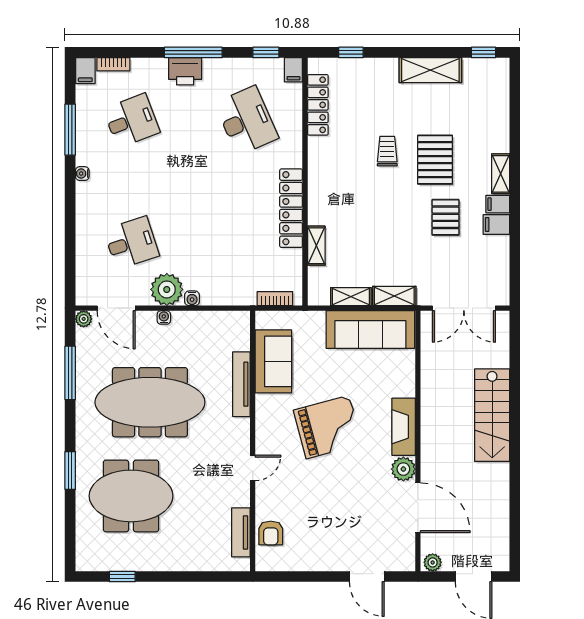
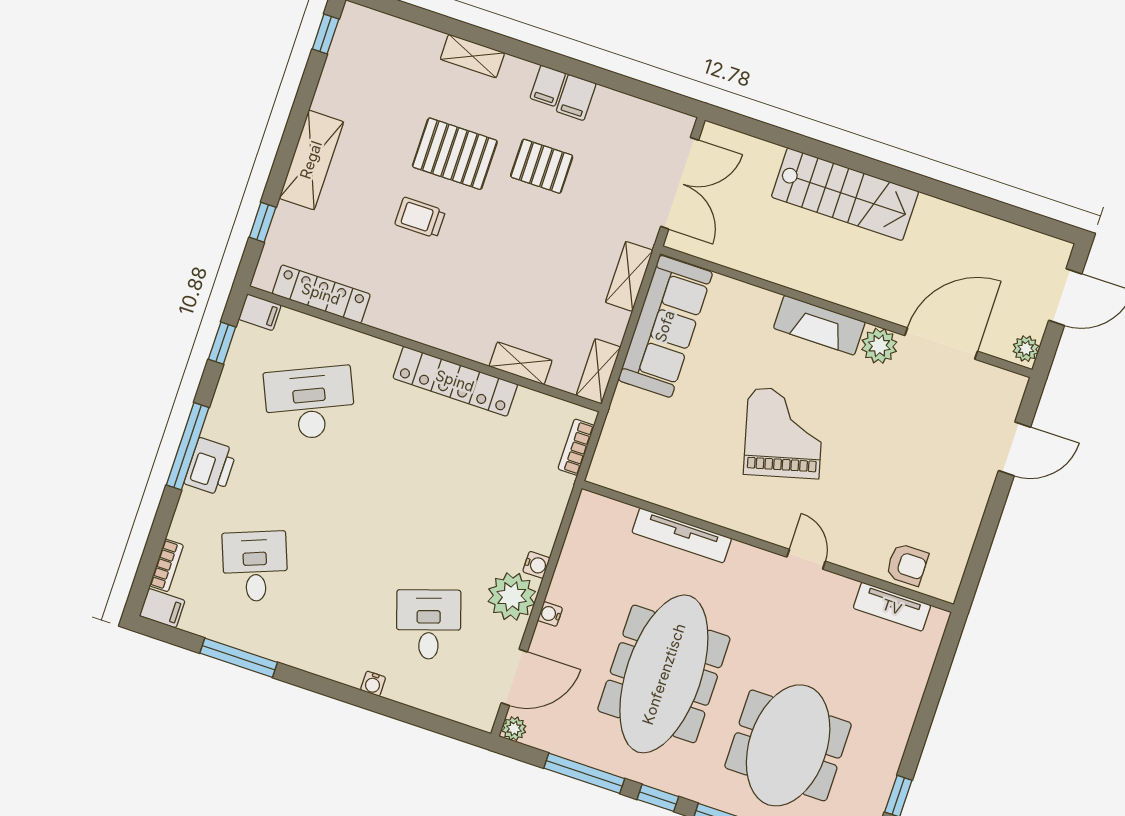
shelving: (430, 70) -> (311, 160), moved
water cooler: (82, 174) -> (373, 684), moved
shelving: (501, 174) -> (472, 56), moved
shelving: (351, 297) -> (598, 371), moved
sofa: (273, 361) -> (665, 479), removed
window: (70, 425) -> (658, 798), added

